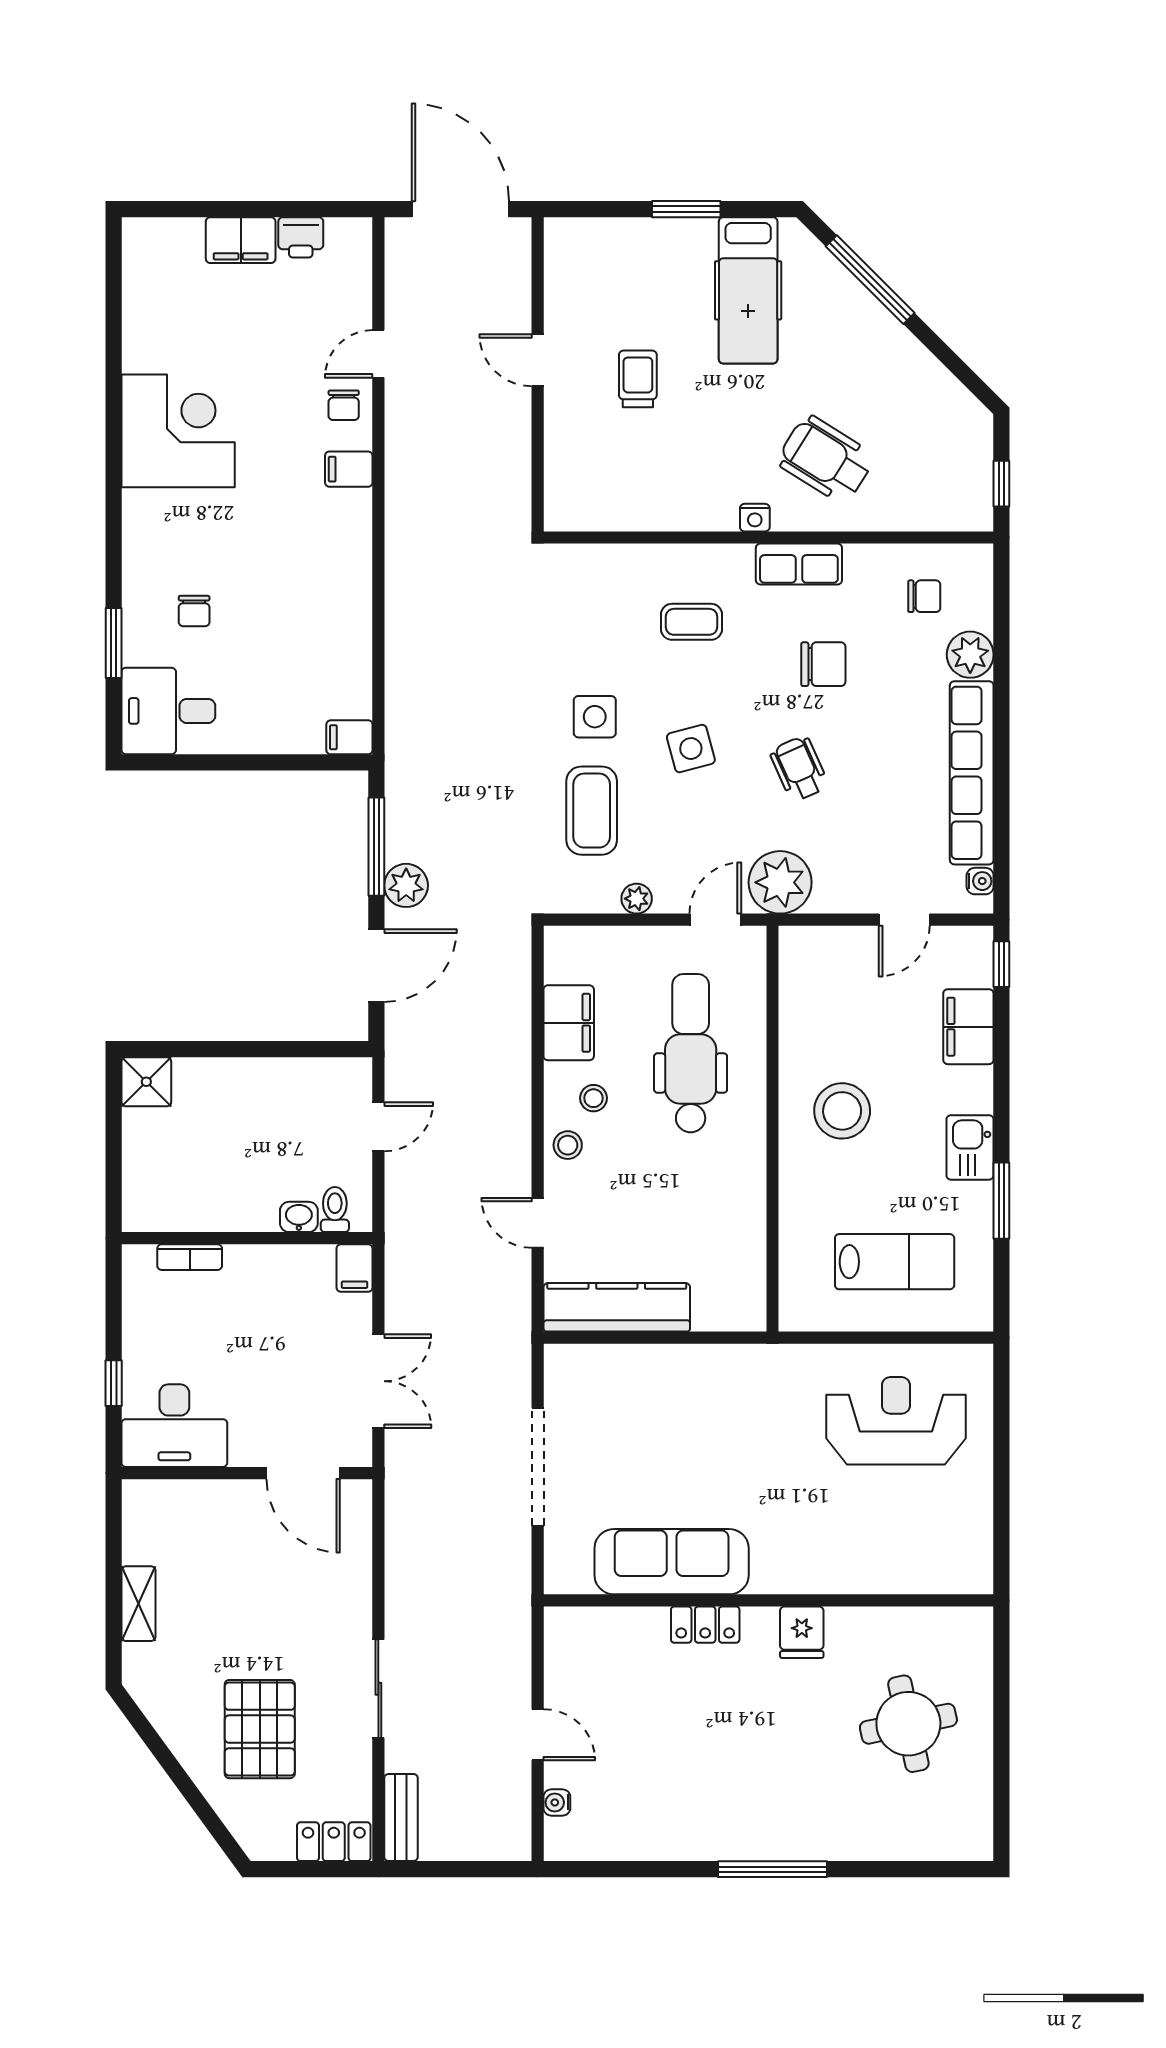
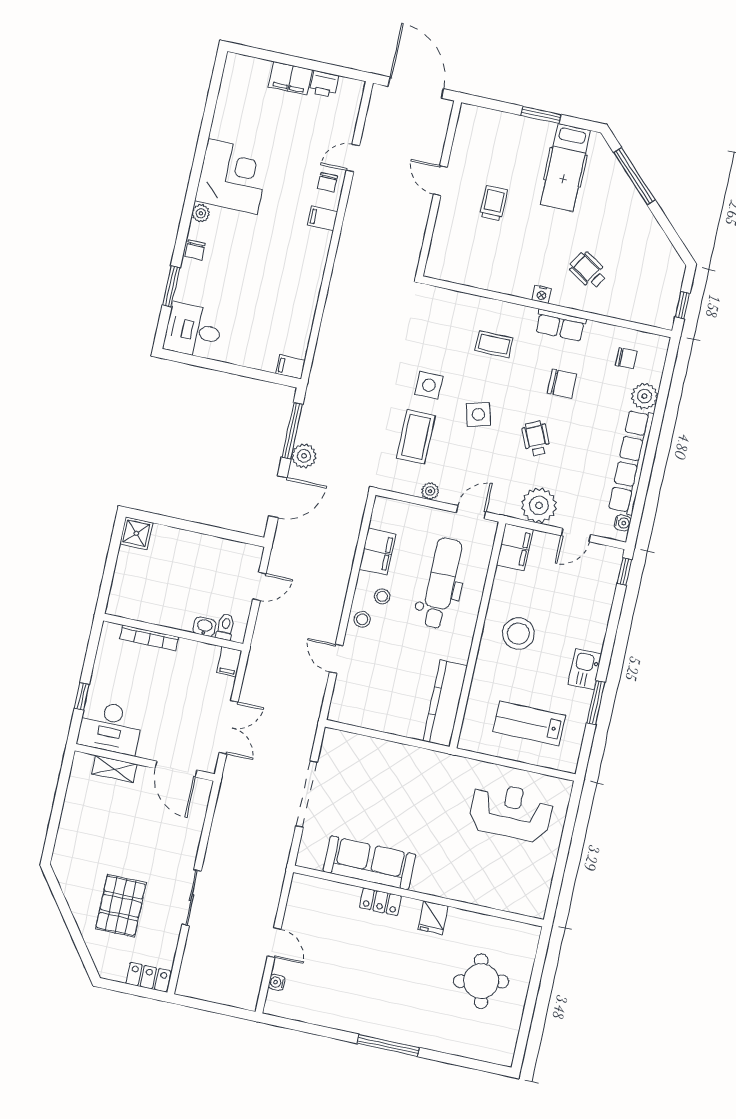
wheelchair: (826, 459) -> (588, 270), width x0.73, depth x0.73
plant: (137, 506) -> (201, 213), added
chair: (194, 611) -> (195, 250), moved
plant: (780, 882) -> (539, 505), moved
filing cabinet: (968, 1027) -> (515, 547), moved, turned 180
bookcase: (190, 1257) -> (149, 638), width x1.56
lab bench: (895, 1262) -> (529, 723), turned 180
kitchen counter: (617, 1307) -> (445, 703), moved, turned -90
shelving: (138, 1604) -> (114, 769), moved, turned 90
bench: (401, 1818) -> (189, 972), removed

